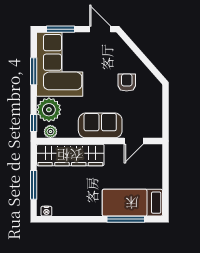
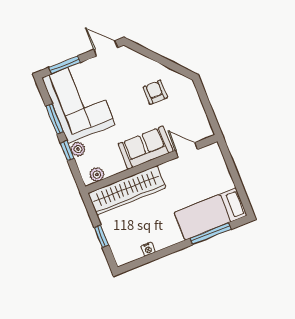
plant: (49, 110) -> (78, 149), width x0.53, depth x0.53
window: (34, 123) -> (67, 151), moved
door: (134, 141) -> (187, 150), swing flipped
window: (34, 185) -> (101, 236), width x0.67
nightstand: (46, 211) -> (148, 249), moved

